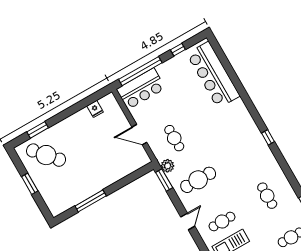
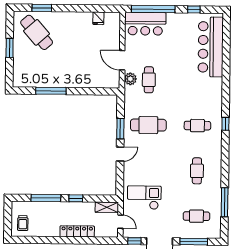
plant: (168, 166) -> (130, 79), moved
window: (164, 180) -> (120, 129), moved
cafe table: (222, 222) -> (197, 126), moved

